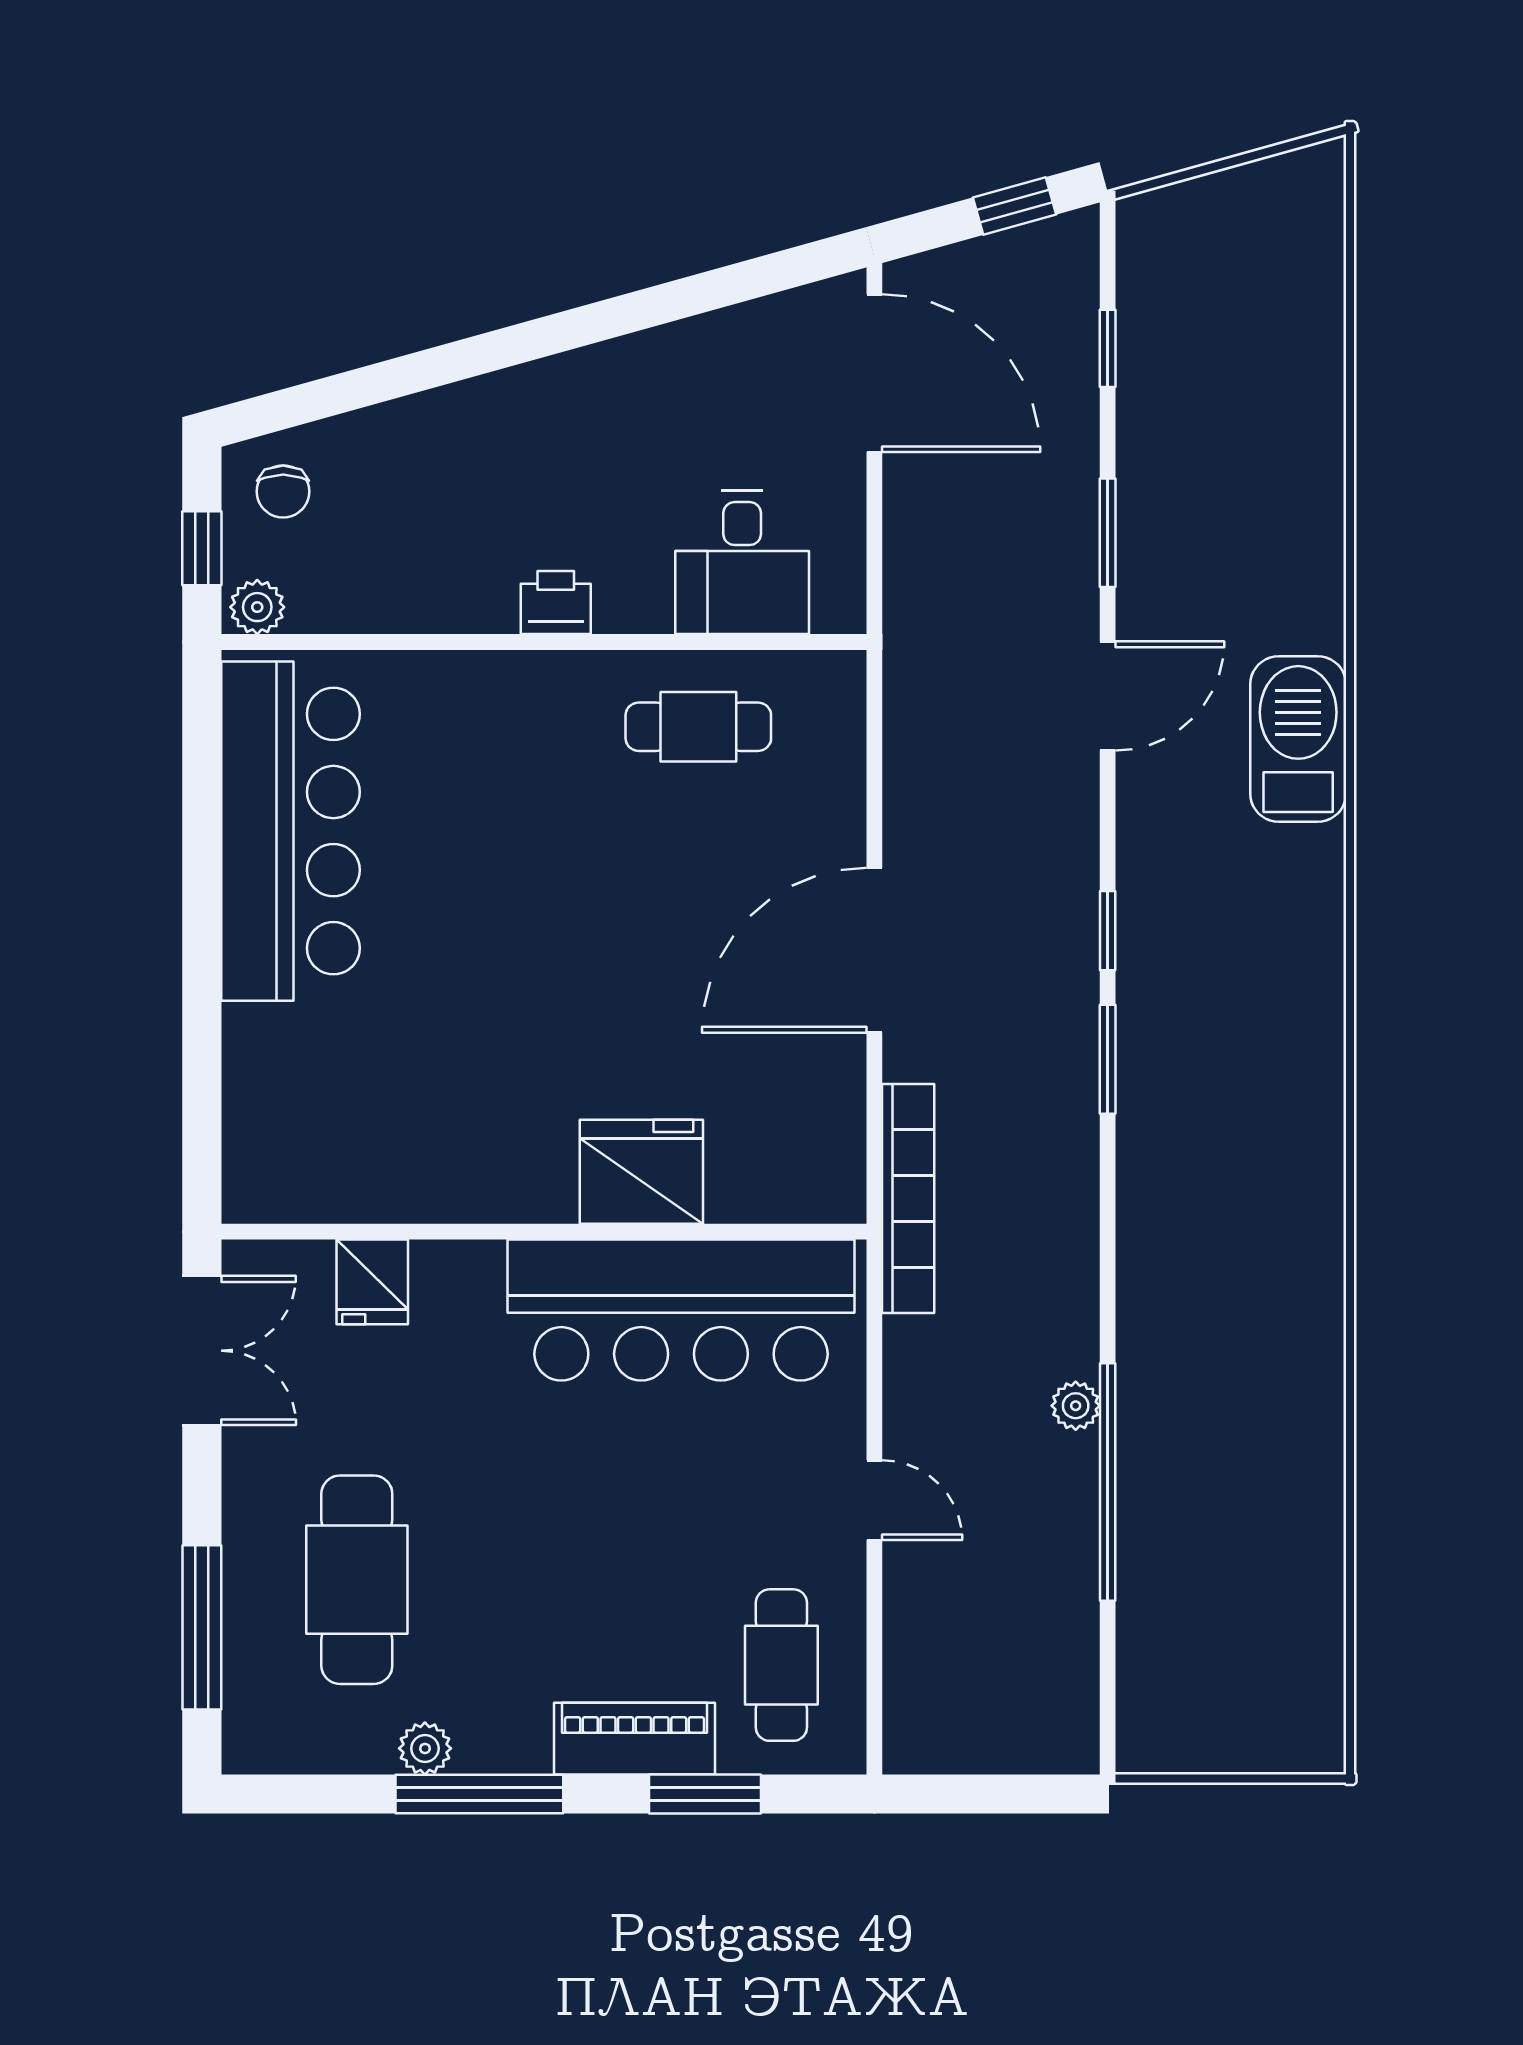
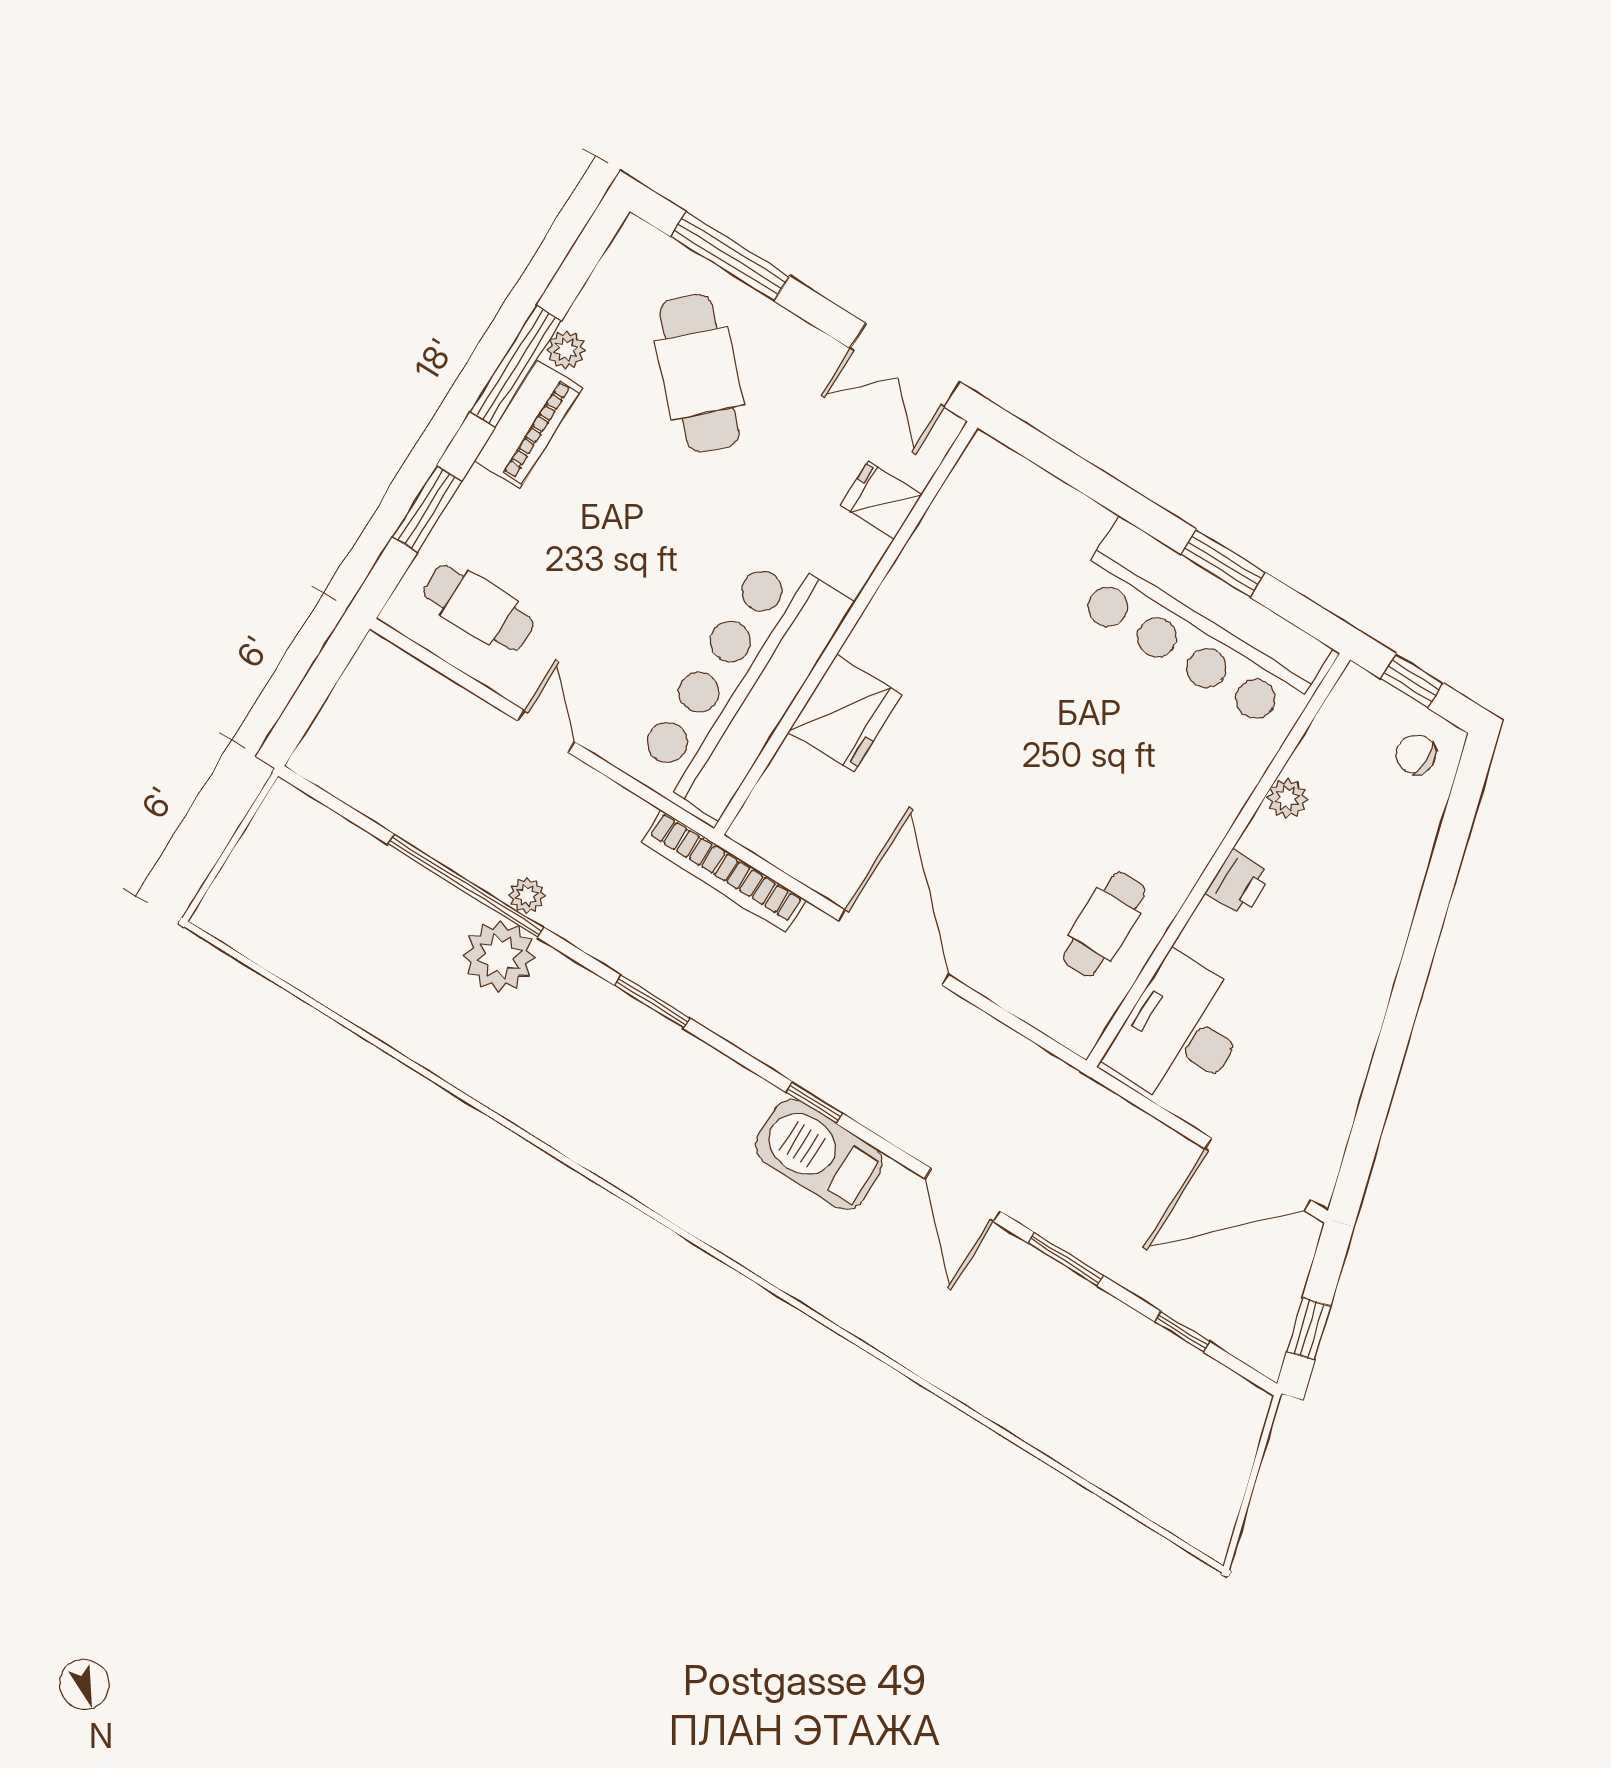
desk: (742, 562) -> (1181, 1032), width x1.37
plant: (257, 607) -> (1287, 798), moved
barbecue: (1298, 739) -> (819, 1154), moved, turned 180
window: (202, 847) -> (1223, 563), added
window: (1108, 1059) -> (652, 1002), moved
plant: (1164, 1394) -> (500, 956), added
door: (874, 1500) -> (546, 731), swing flipped
cafe table: (357, 1580) -> (699, 373), turned 46
piano: (635, 1739) -> (528, 424), moved

